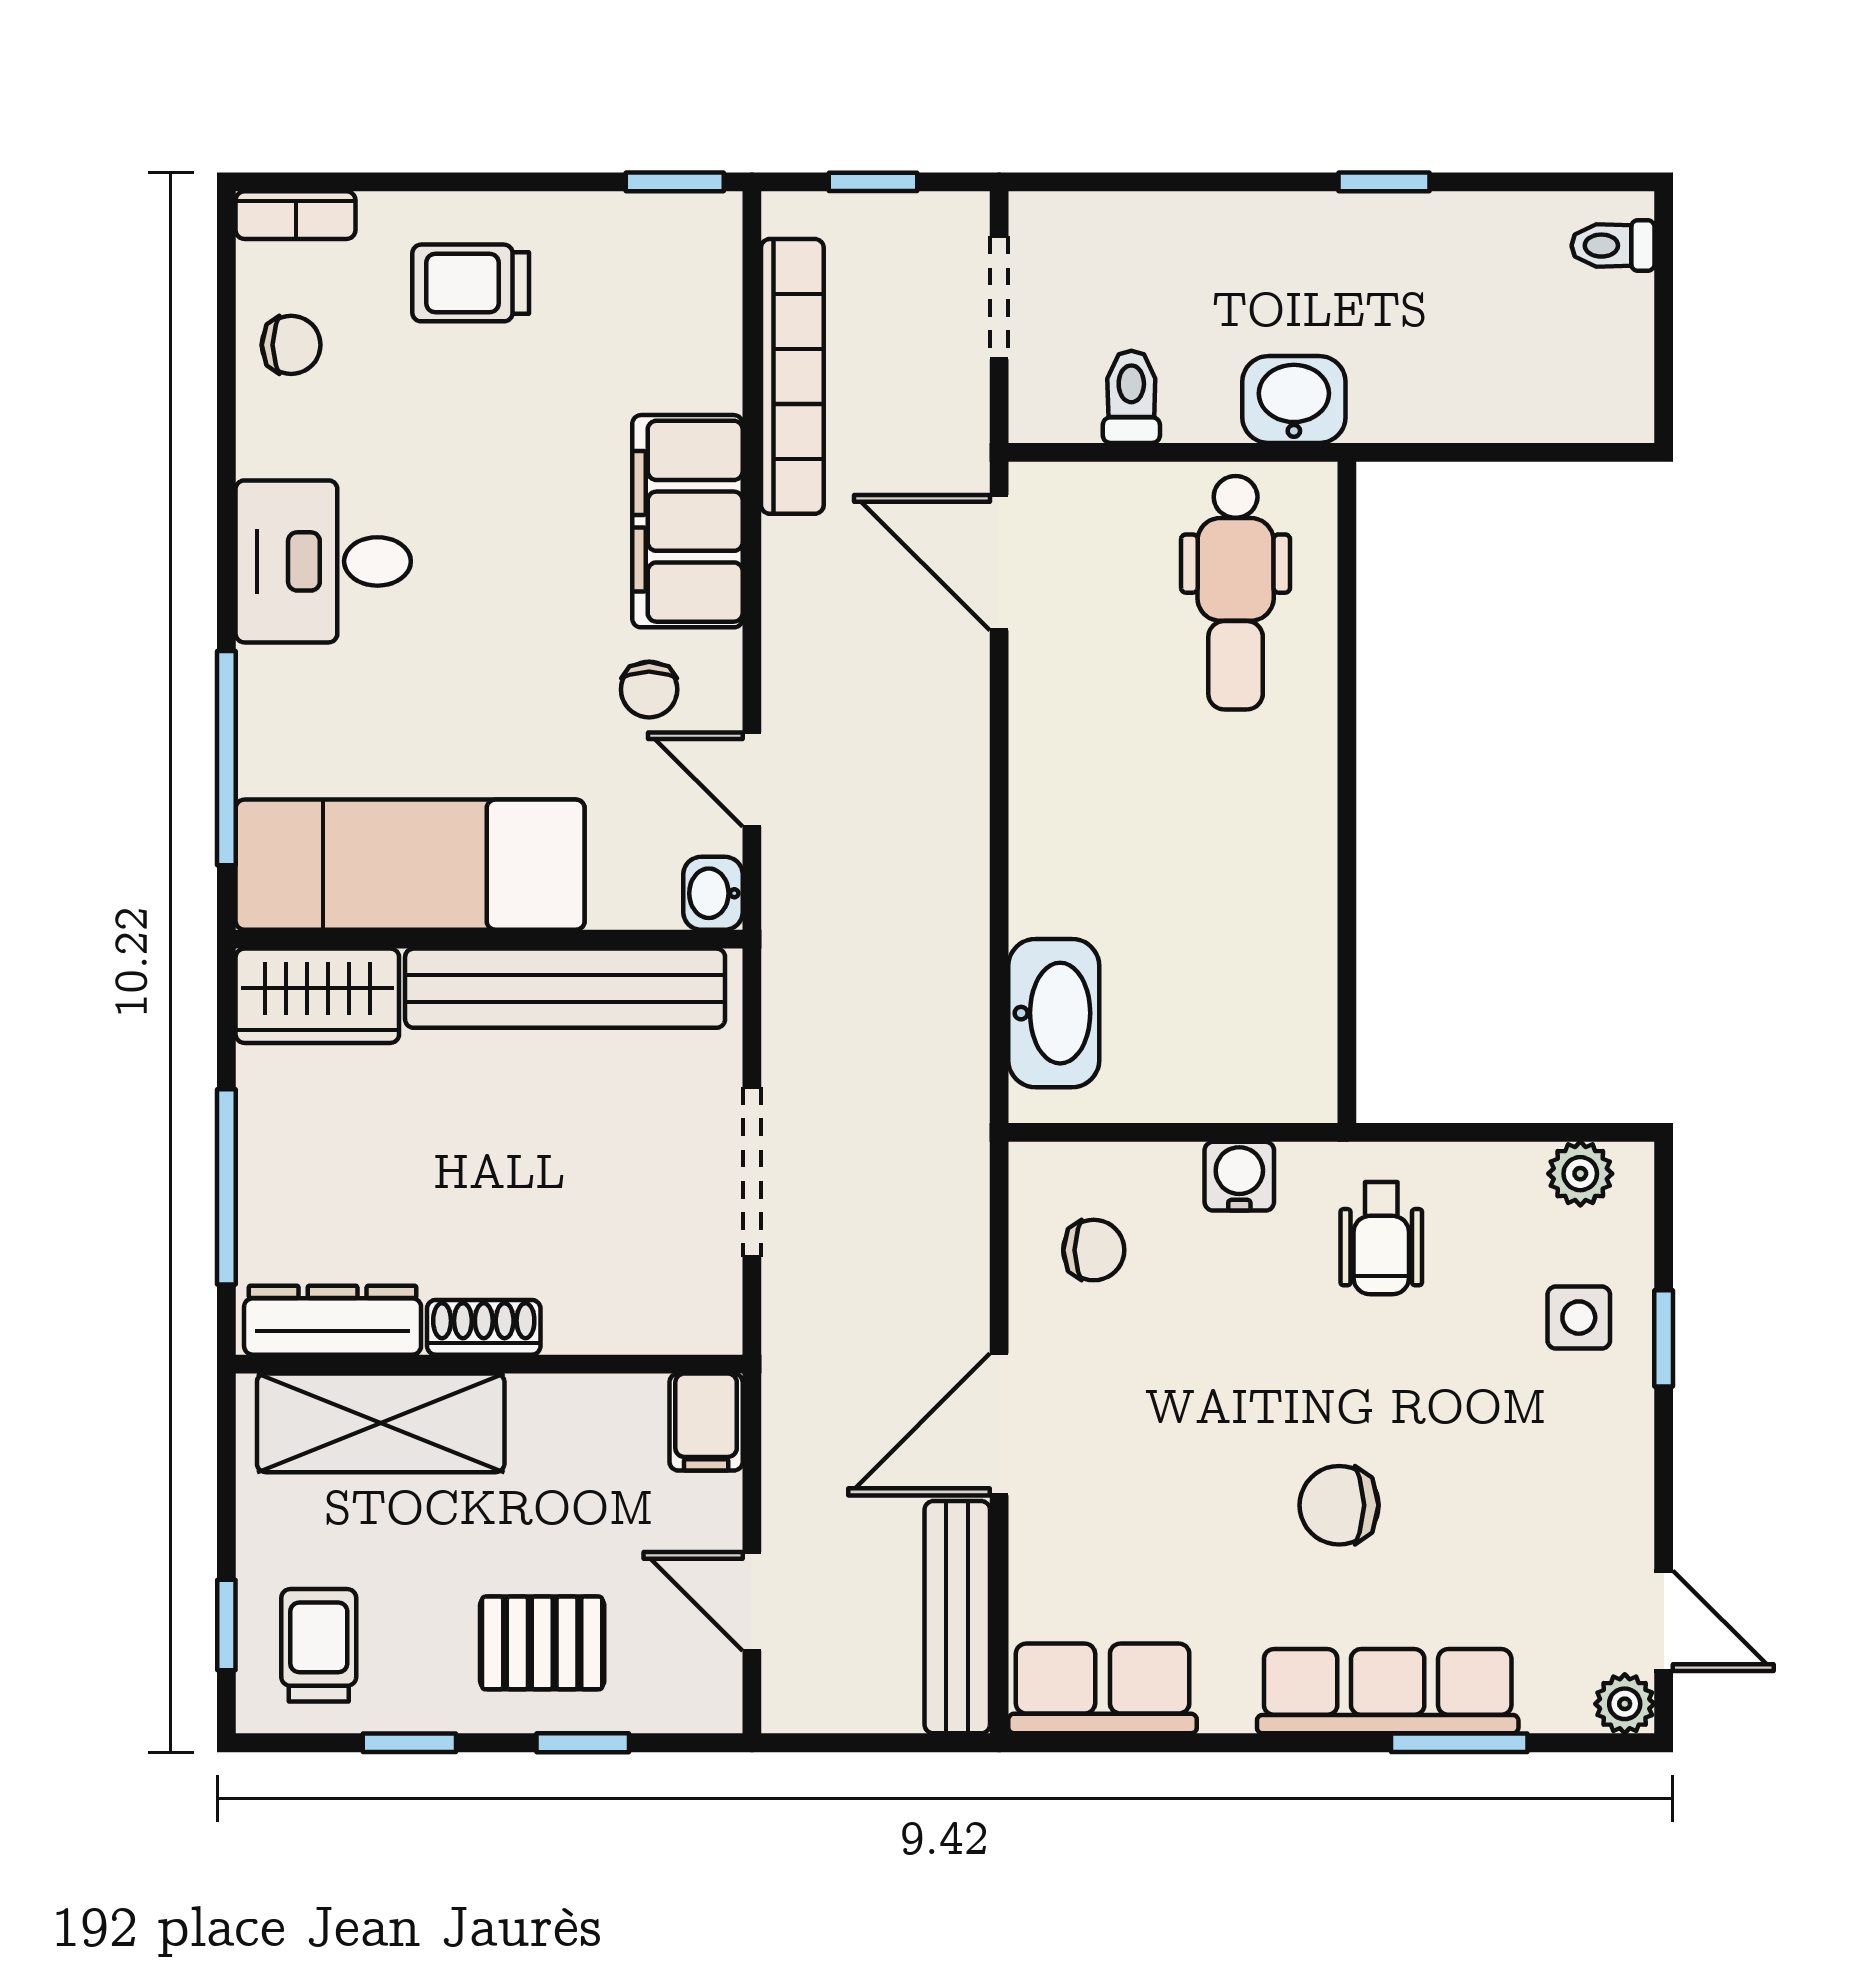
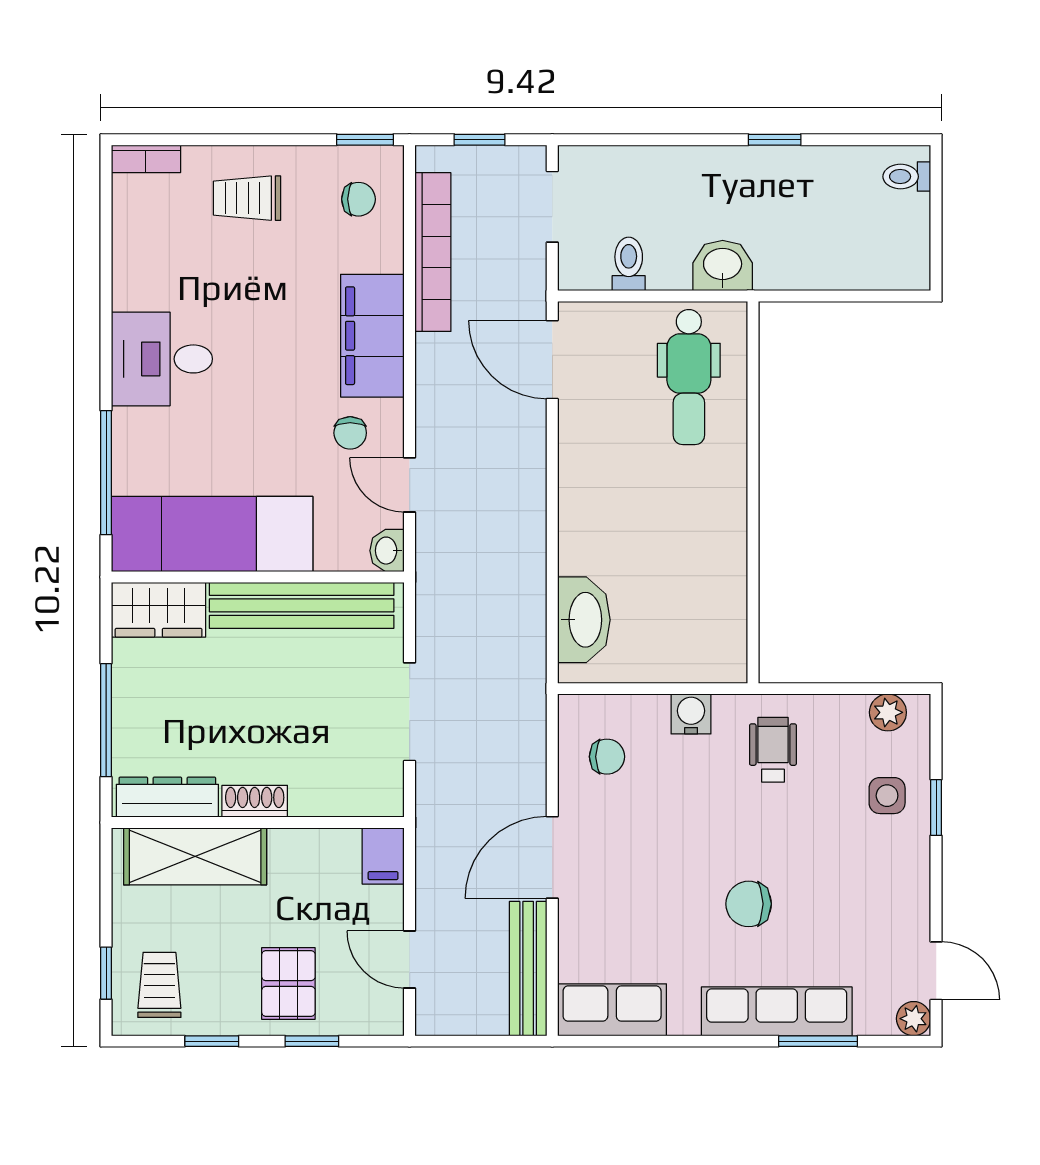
chair: (291, 345) -> (358, 199), moved
wheelchair: (1381, 1238) -> (773, 750), turned 180
pallet: (542, 1643) -> (288, 984), turned 90

